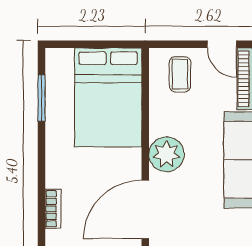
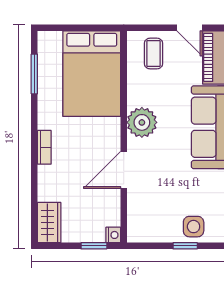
bookcase: (53, 209) -> (44, 147), moved
door: (145, 209) -> (124, 170), width x0.73

